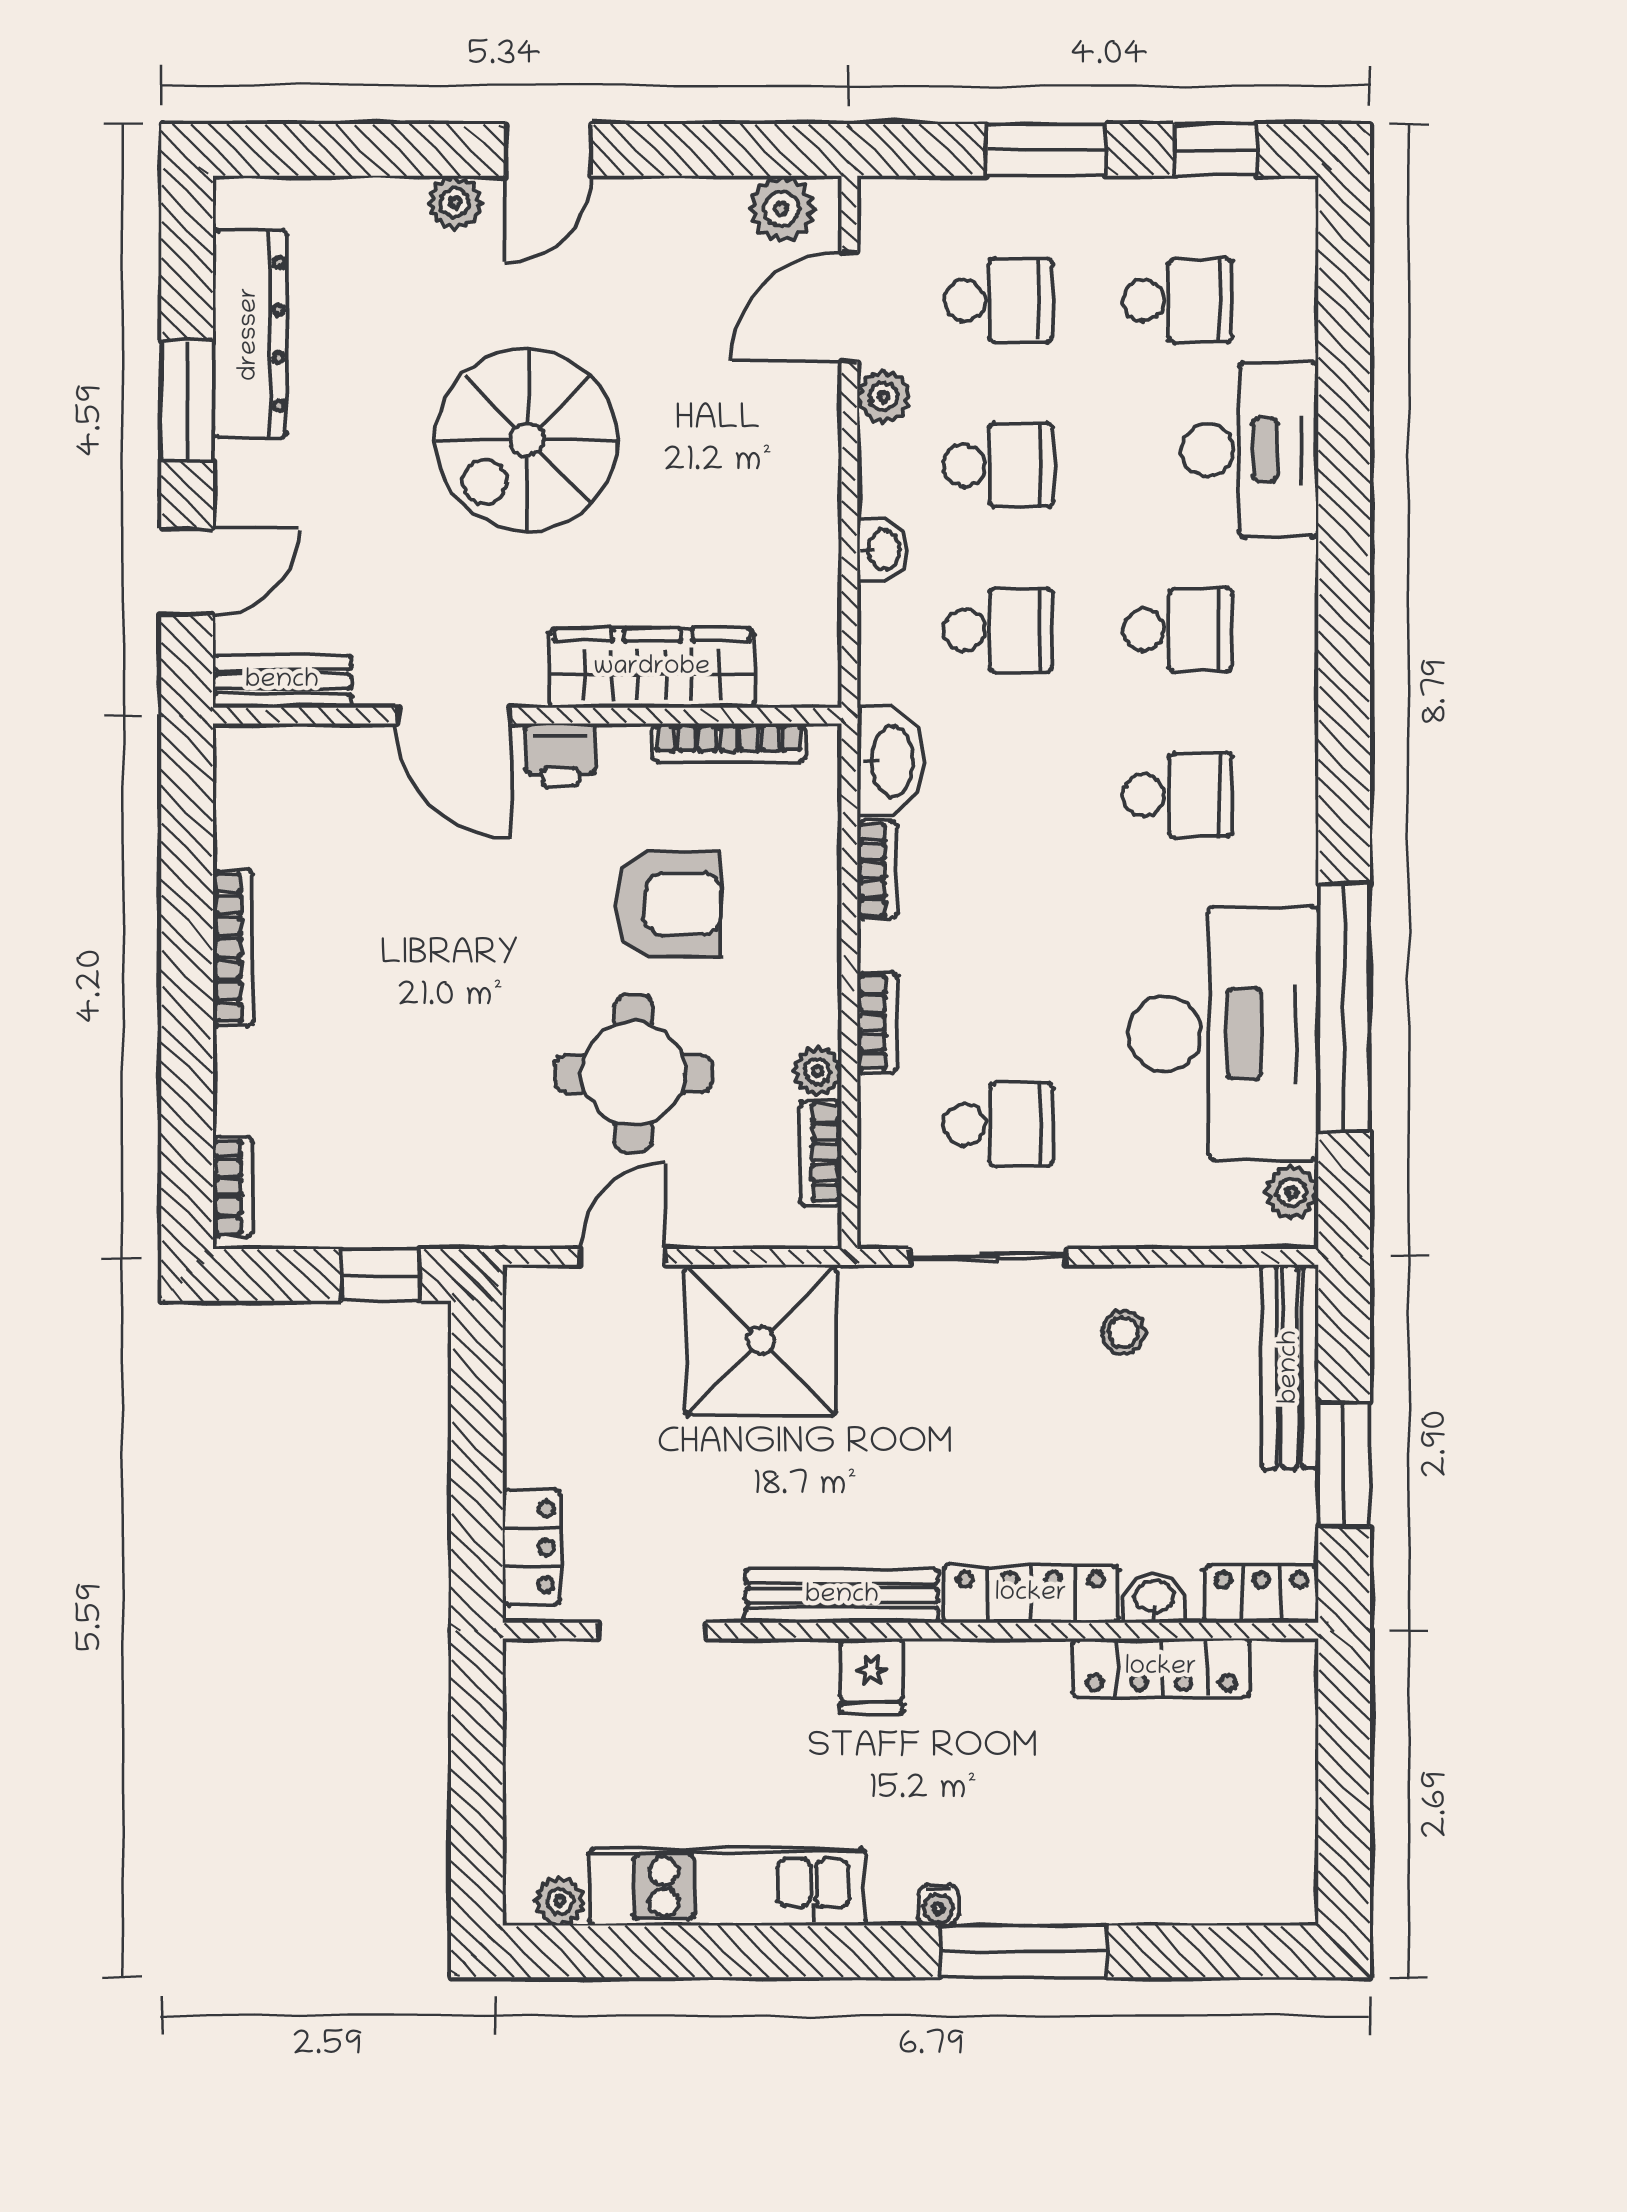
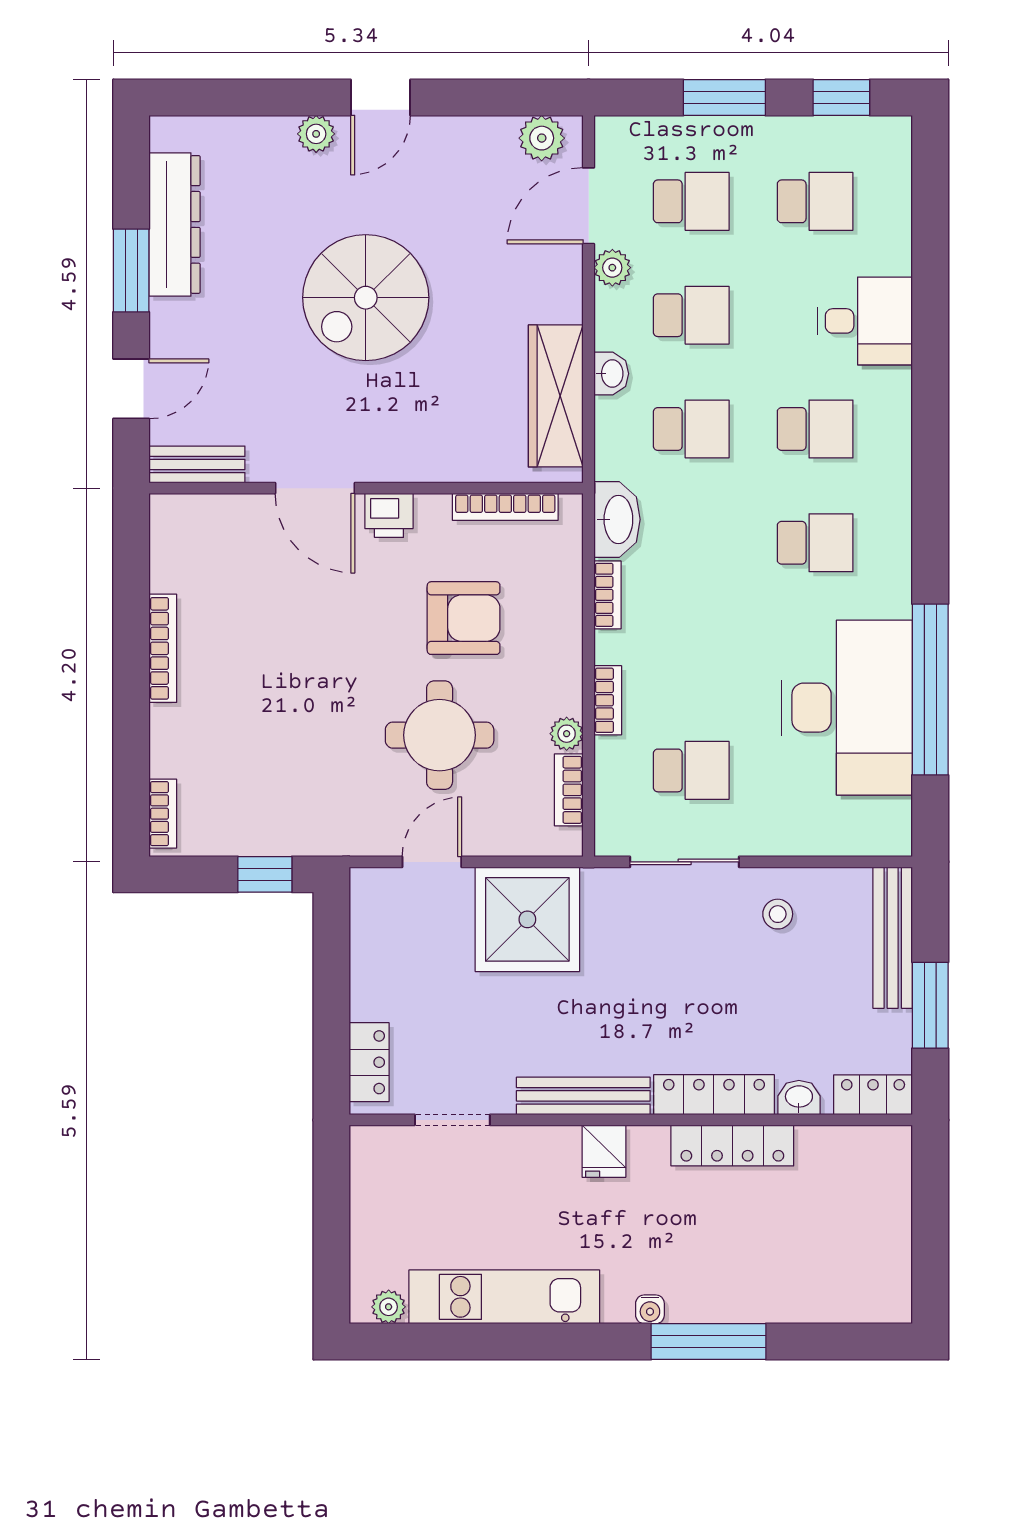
desk: (1250, 450) -> (865, 321), width x0.73
wardrobe: (652, 668) -> (556, 396), moved, turned -90
plant: (1291, 1192) -> (894, 817), removed
locker: (1161, 1668) -> (732, 1146), moved

